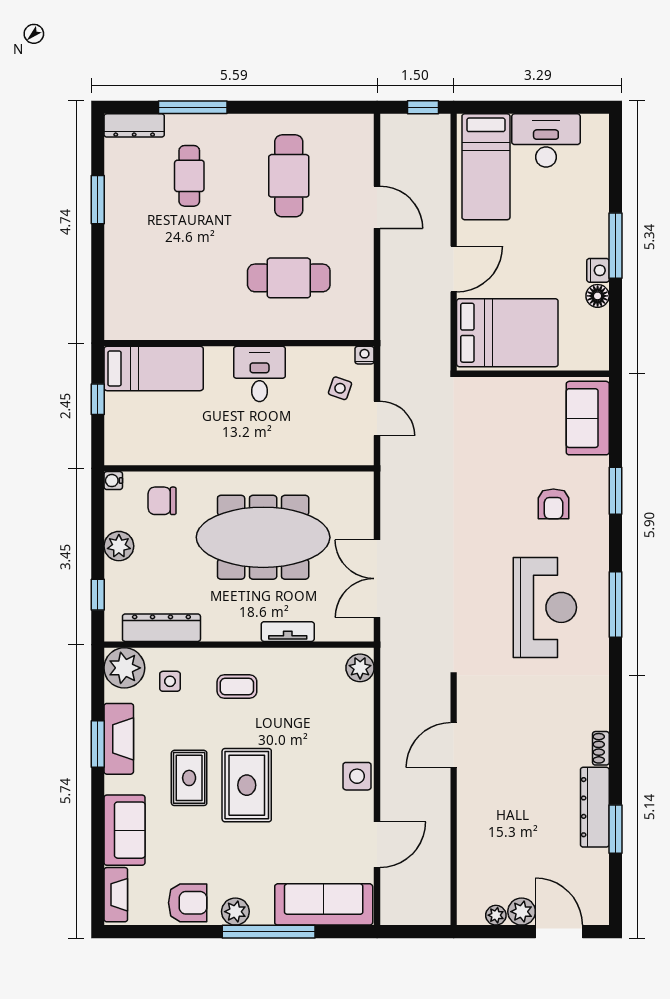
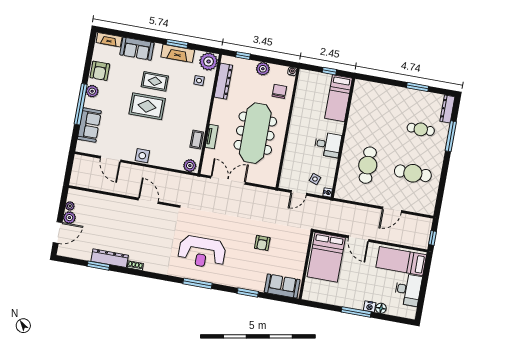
nightstand: (598, 270) -> (370, 306), moved
floor lamp: (598, 296) -> (381, 308), moved
armchair: (553, 504) -> (262, 243), moved, turned -90
coffee table: (237, 687) -> (197, 140), moved
sofa: (324, 904) -> (89, 125), width x0.73

